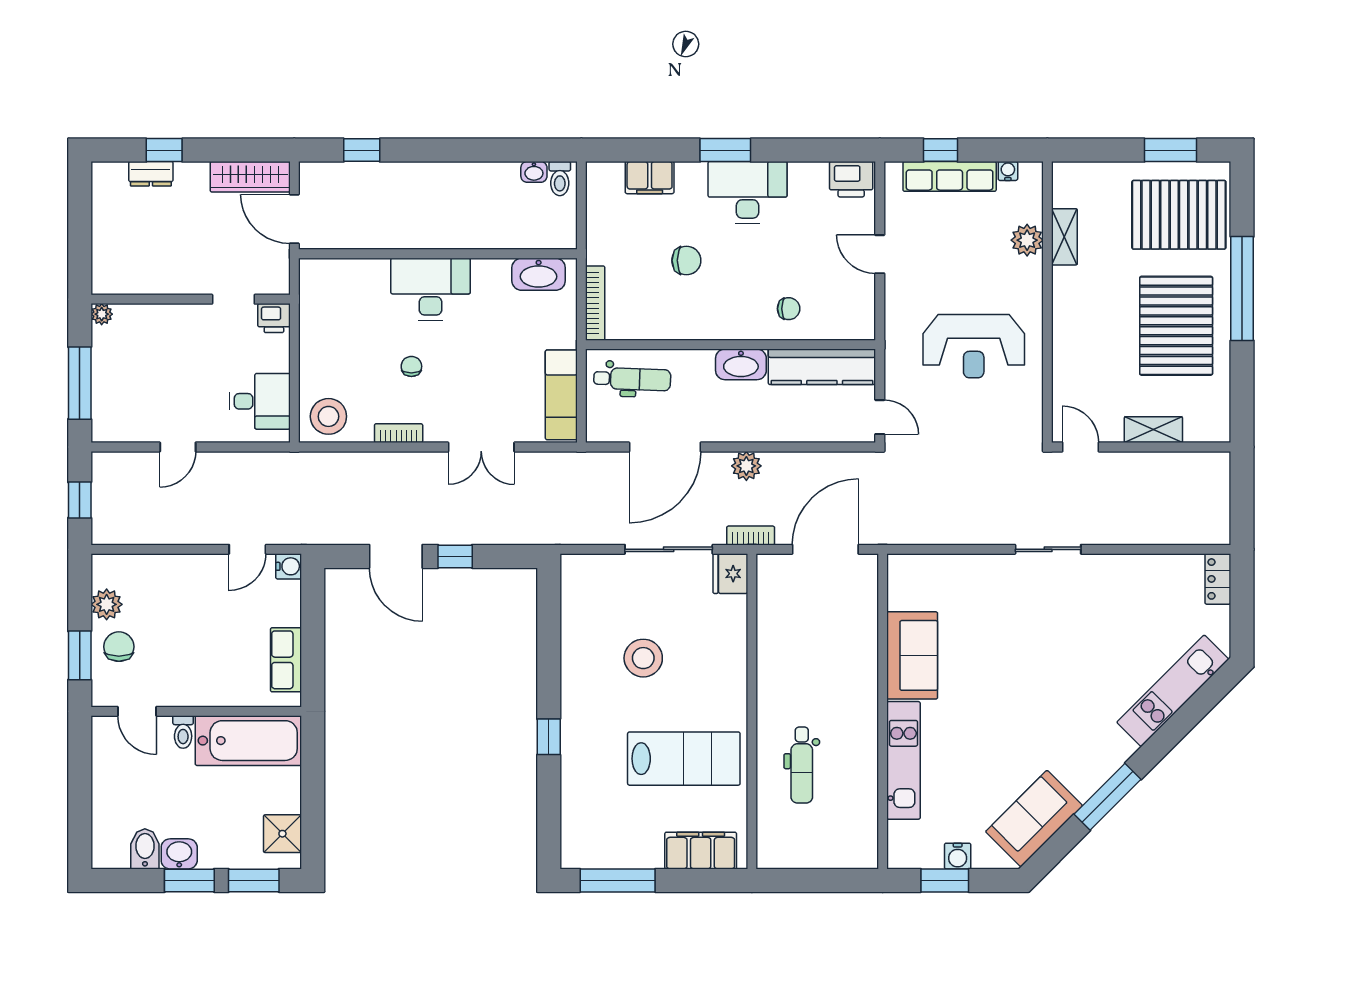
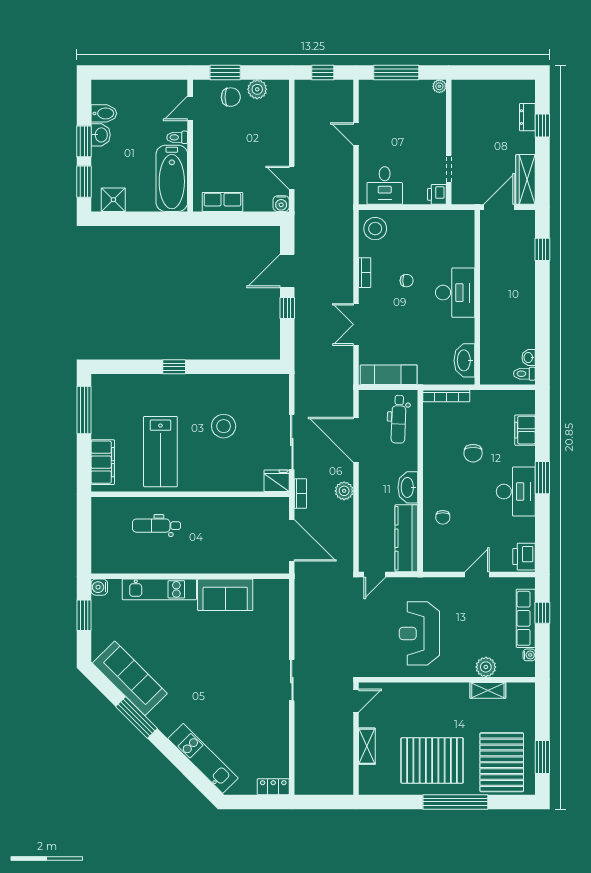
sofa: (1034, 819) -> (130, 678), width x1.36
water cooler: (958, 856) -> (99, 587), moved

